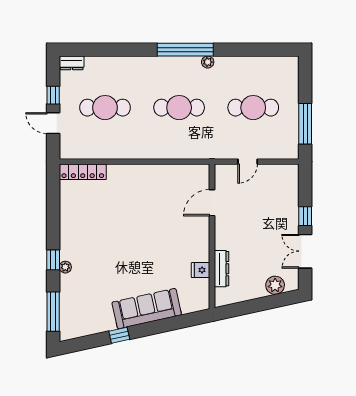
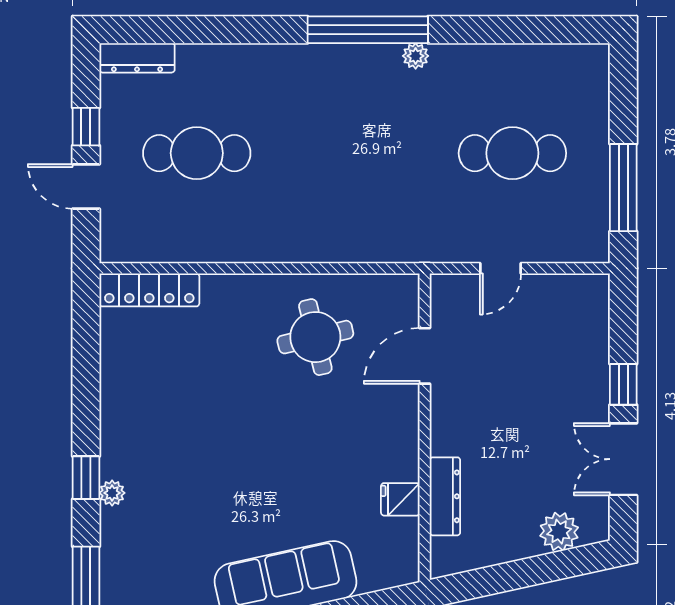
dresser: (72, 63) -> (137, 58), width x1.44
cafe table: (179, 108) -> (355, 153), removed
round table: (161, 194) -> (315, 337), added

